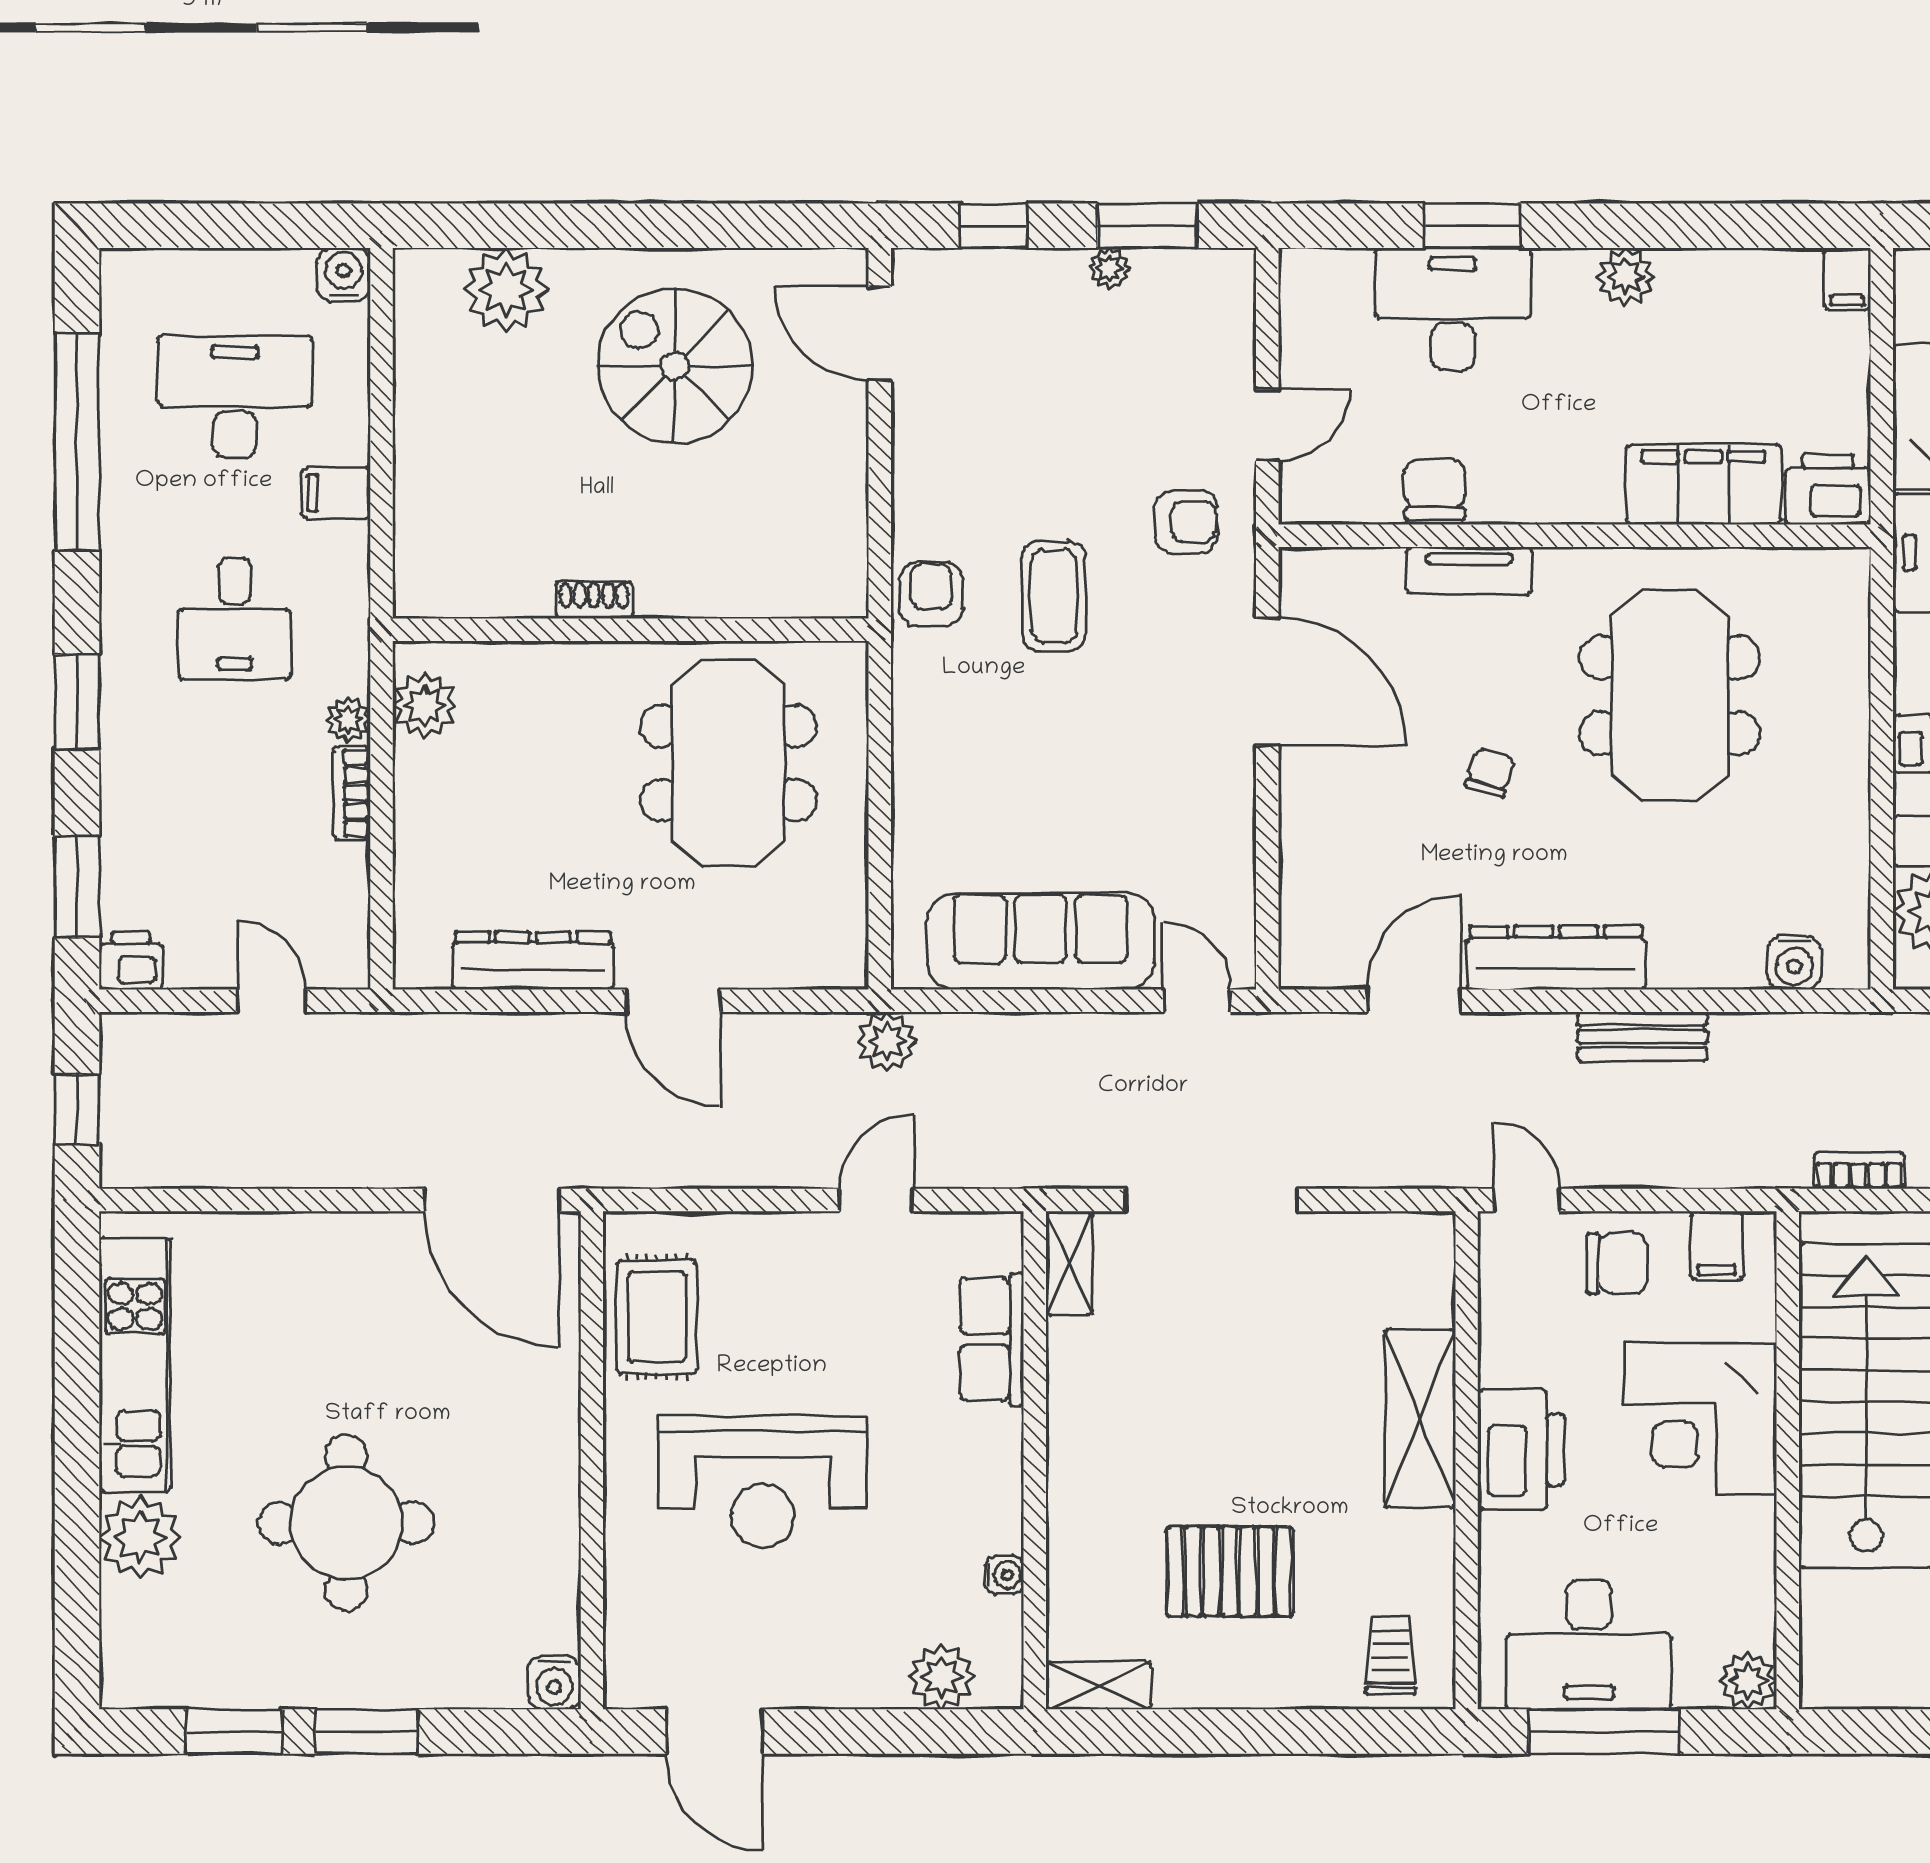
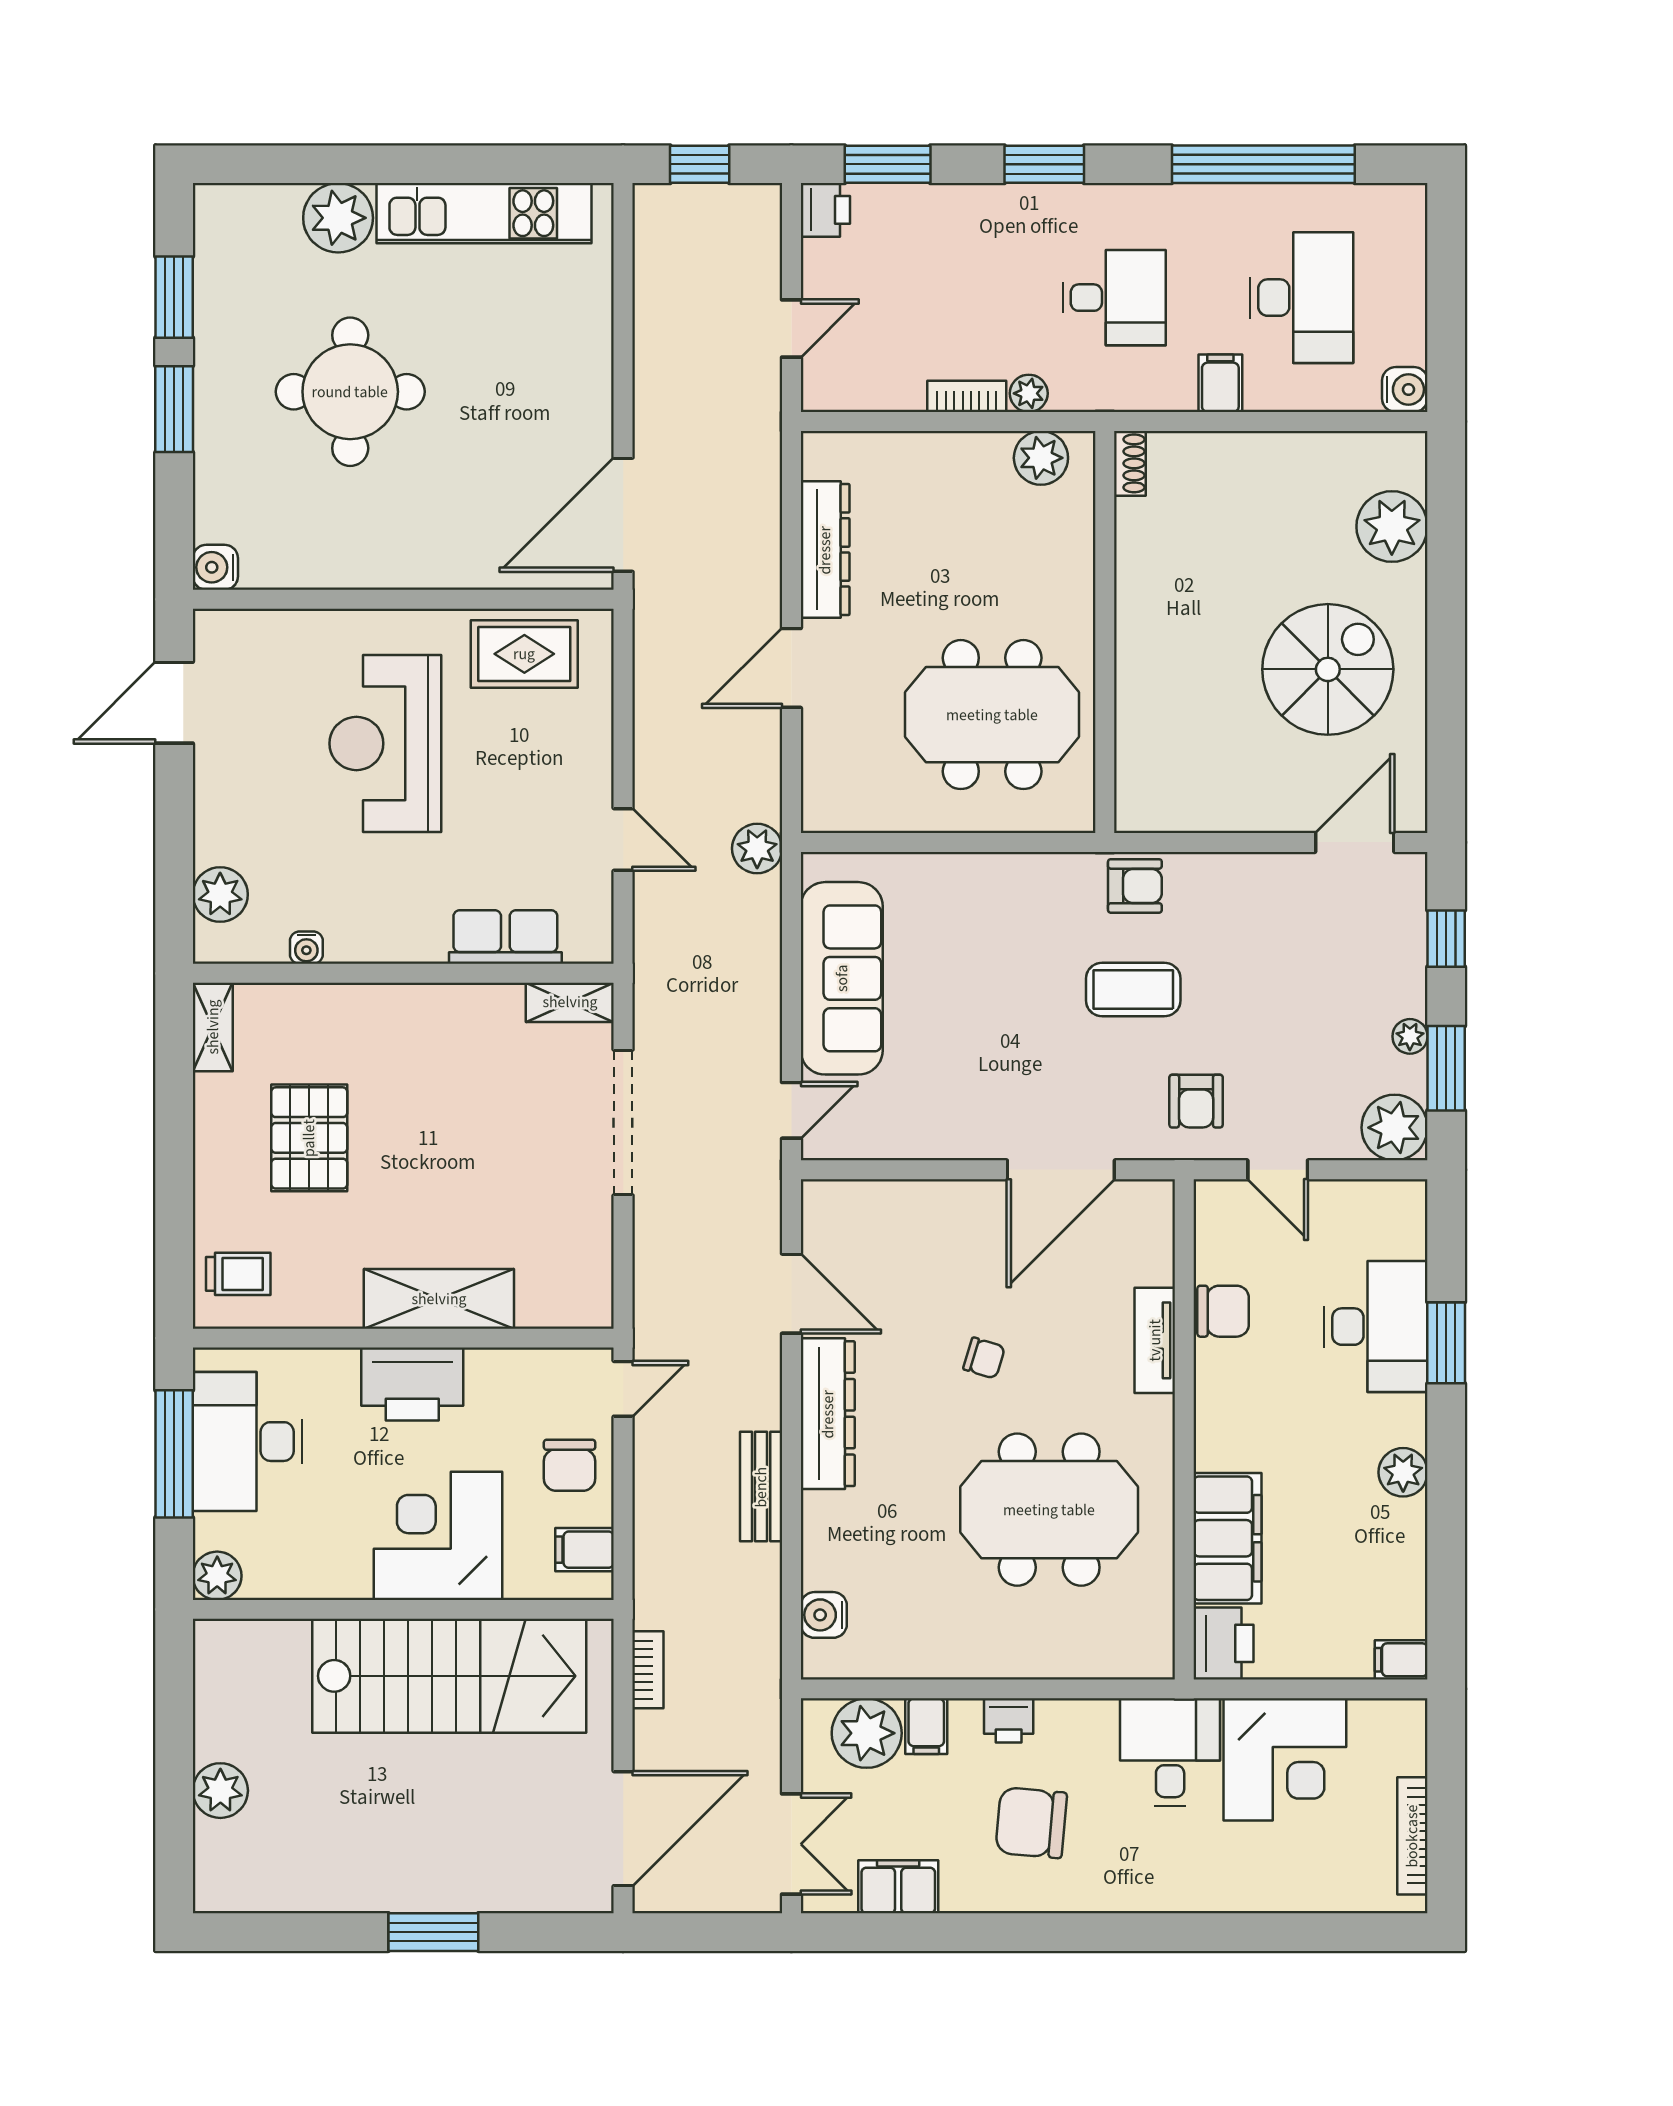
plant: (1217, 287) -> (1395, 1128), added
shoe rack: (594, 600) -> (1130, 463), moved
desk: (235, 619) -> (1114, 298), turned 180

